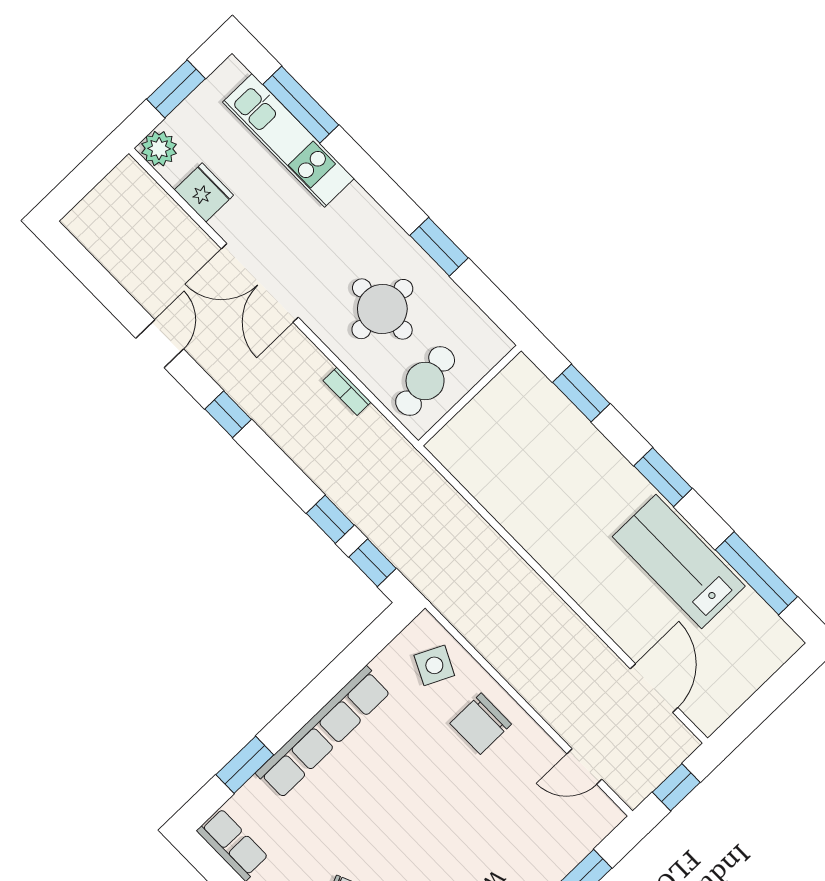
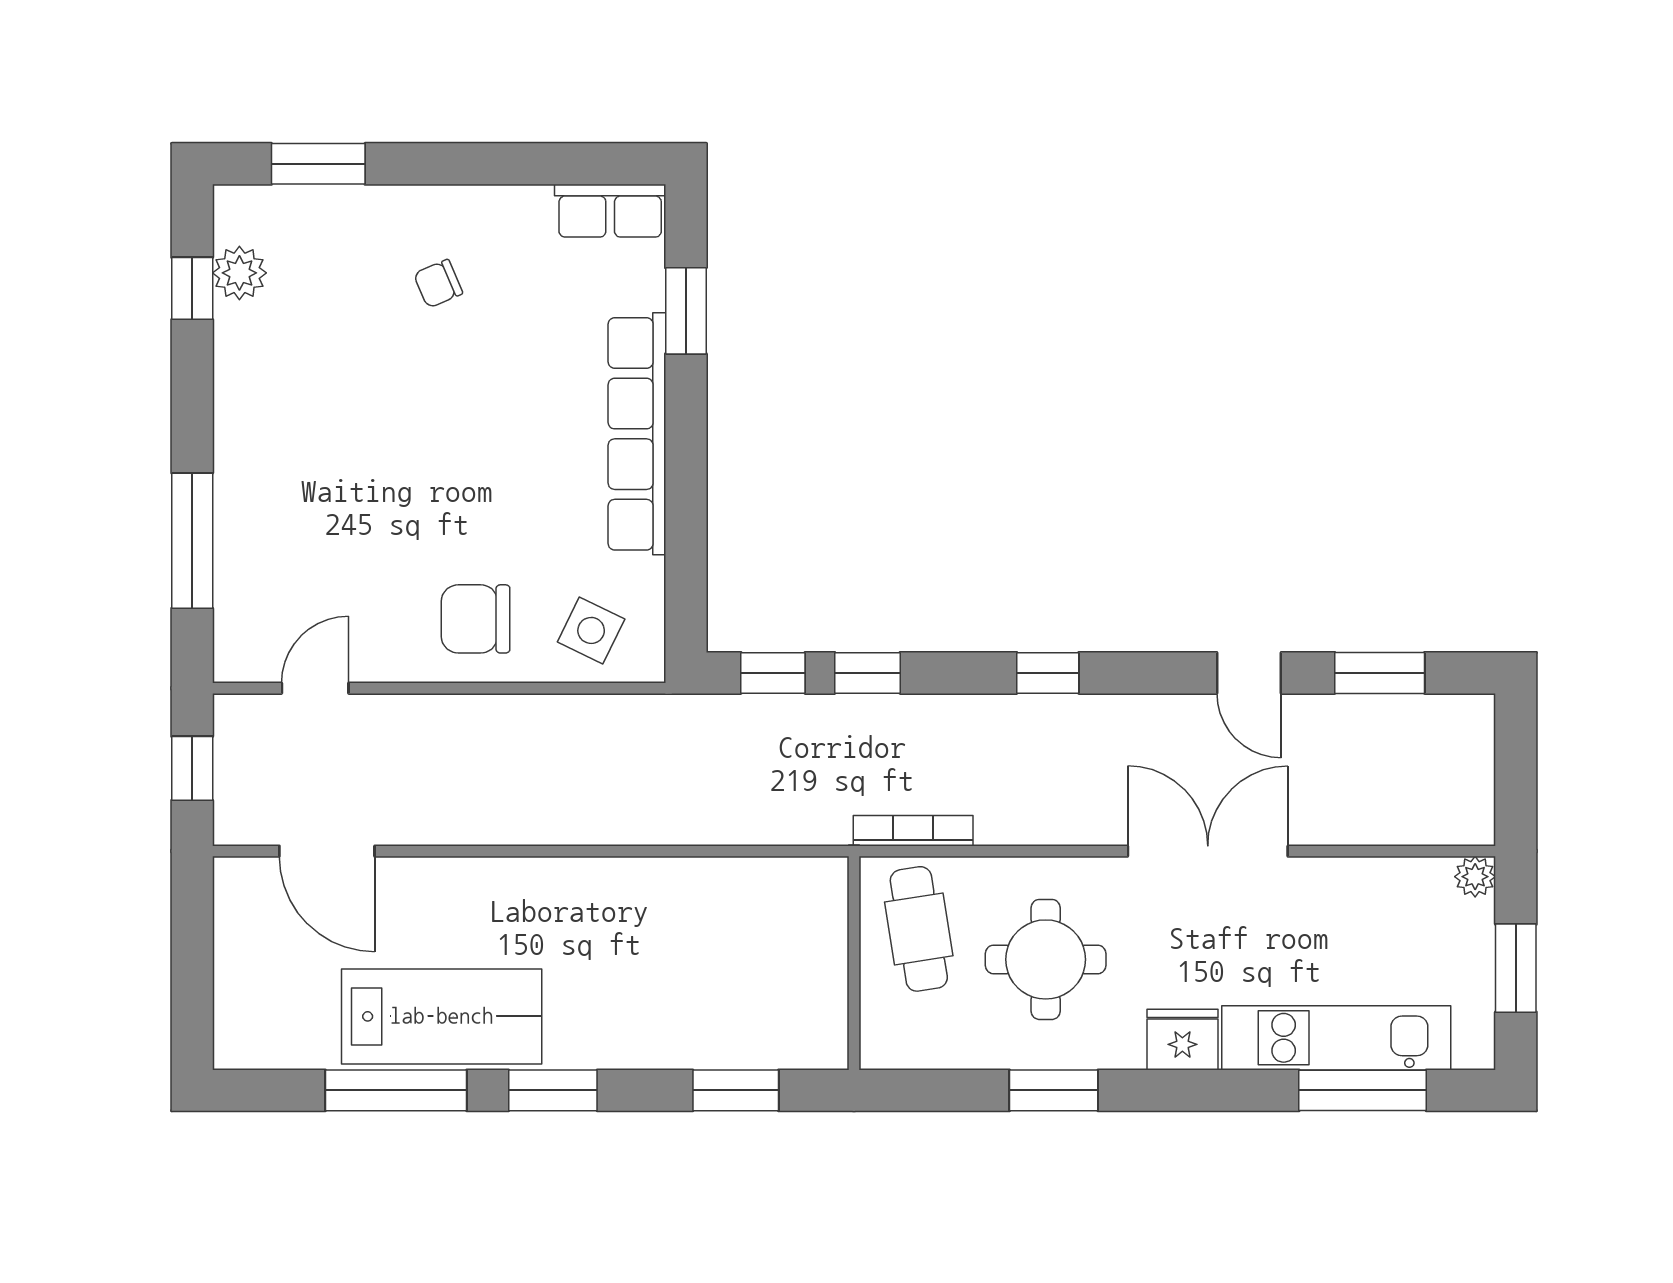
plant: (159, 149) -> (1475, 877), width x0.73, depth x0.73
fridge: (204, 193) -> (1182, 1040), moved, turned 180
window: (101, 284) -> (1380, 673), added
bookcase: (347, 391) -> (913, 831), moved, width x1.56
window: (228, 414) -> (1048, 673), moved
window: (756, 573) -> (396, 1090), moved
chair: (481, 724) -> (476, 619), turned -90

